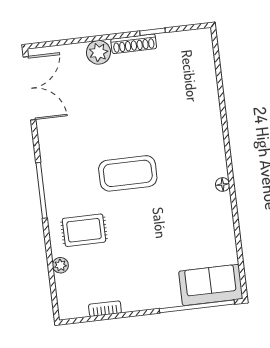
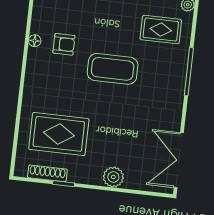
shoe rack: (134, 44) -> (47, 173), moved
rug: (171, 86) -> (59, 134), added
armchair: (189, 188) -> (64, 44), added

